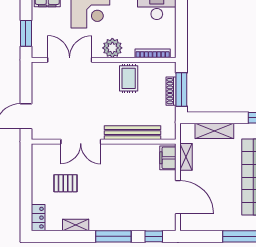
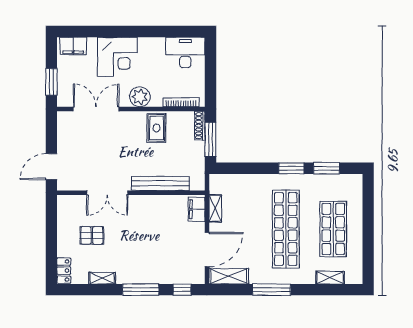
shoe rack: (171, 91) -> (200, 126), moved
shelving: (214, 131) -> (229, 276), moved
door: (178, 197) -> (207, 249), hinge flipped

